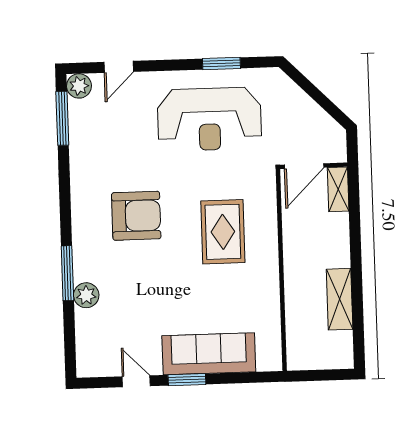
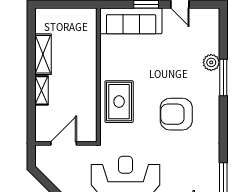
shelving: (338, 189) -> (42, 90), moved
wall: (281, 270) -> (98, 75), moved

